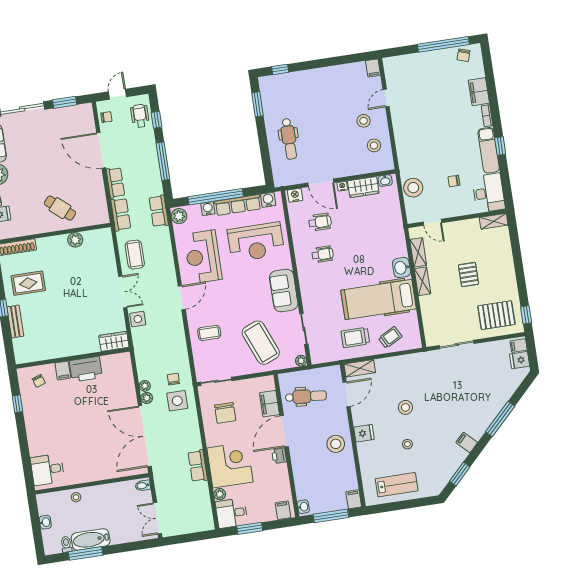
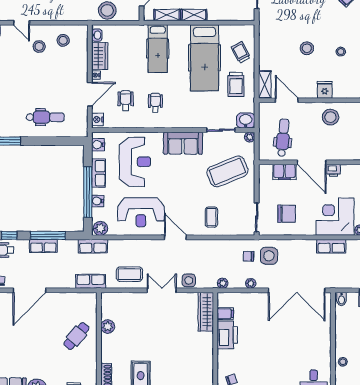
row of seats: (115, 183) -> (43, 246), moved, turned 180
row of seats: (238, 205) -> (99, 173), width x0.68
hospital bed: (381, 248) -> (158, 49), added
washbasin: (402, 268) -> (246, 121), moved, turned 180
wardrobe: (114, 341) -> (206, 312), width x1.50
filing cabinet: (63, 371) -> (225, 314), moved
plant: (147, 398) -> (223, 283), moved

